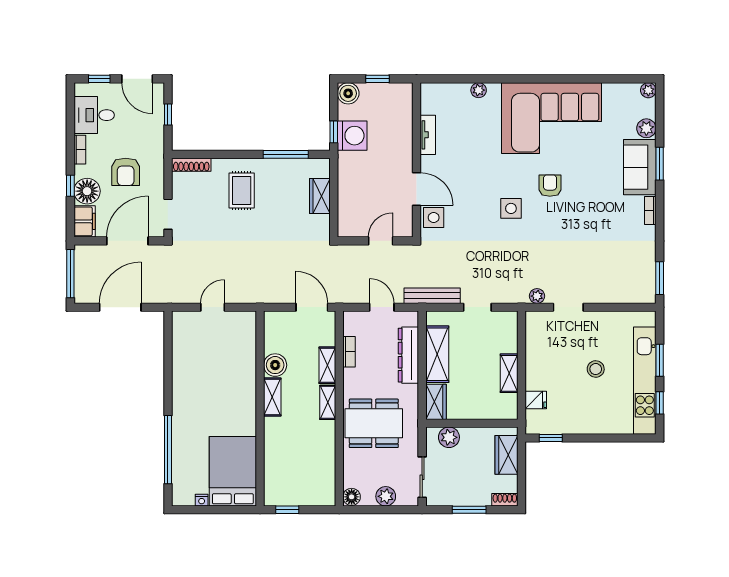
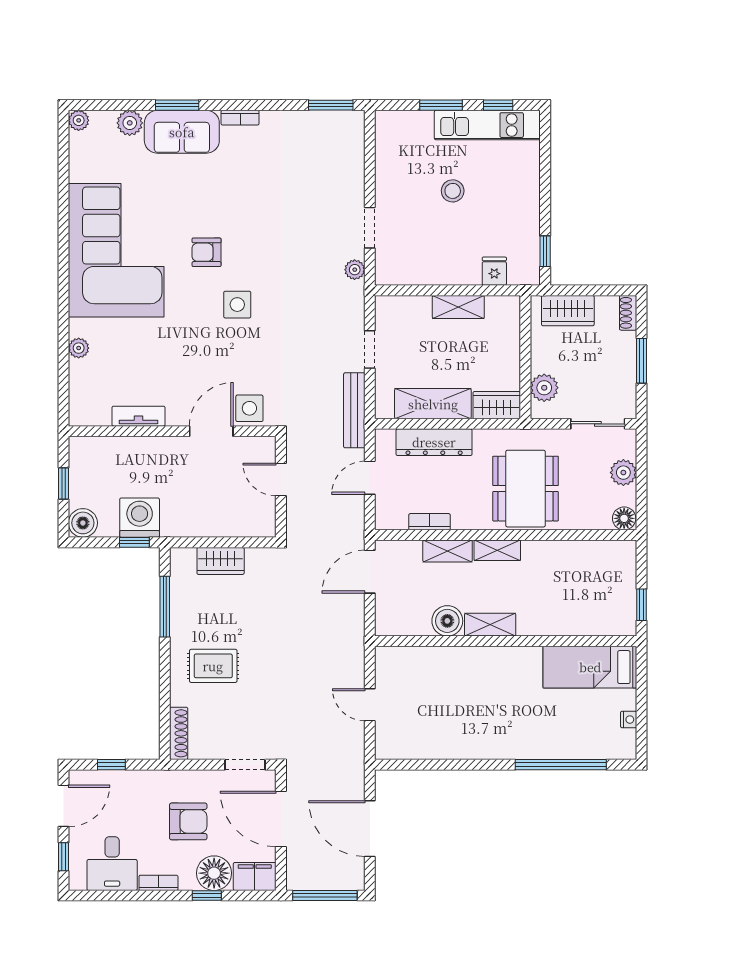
kitchen unit: (645, 381) -> (487, 125), width x0.73
bed: (233, 471) -> (590, 667), width x0.67

